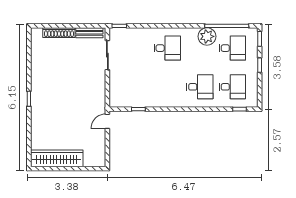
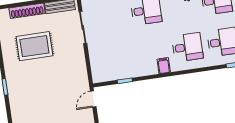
rug: (61, 66) -> (34, 46), added
filing cabinet: (176, 100) -> (164, 66), added

